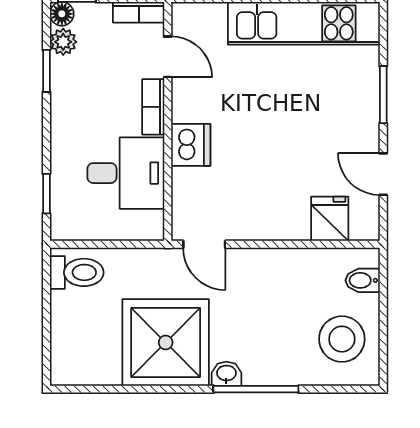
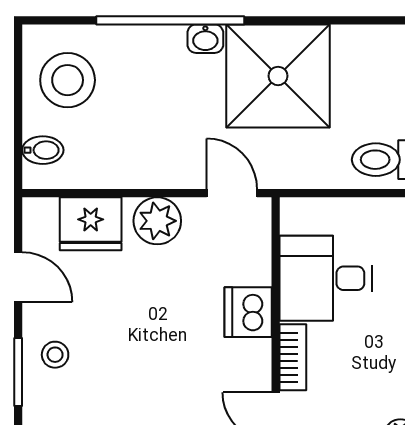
stool: (352, 109) -> (55, 355), added
fridge: (330, 219) -> (91, 224), width x1.38
plant: (267, 221) -> (157, 221), added
window: (256, 389) -> (170, 20), width x1.46

